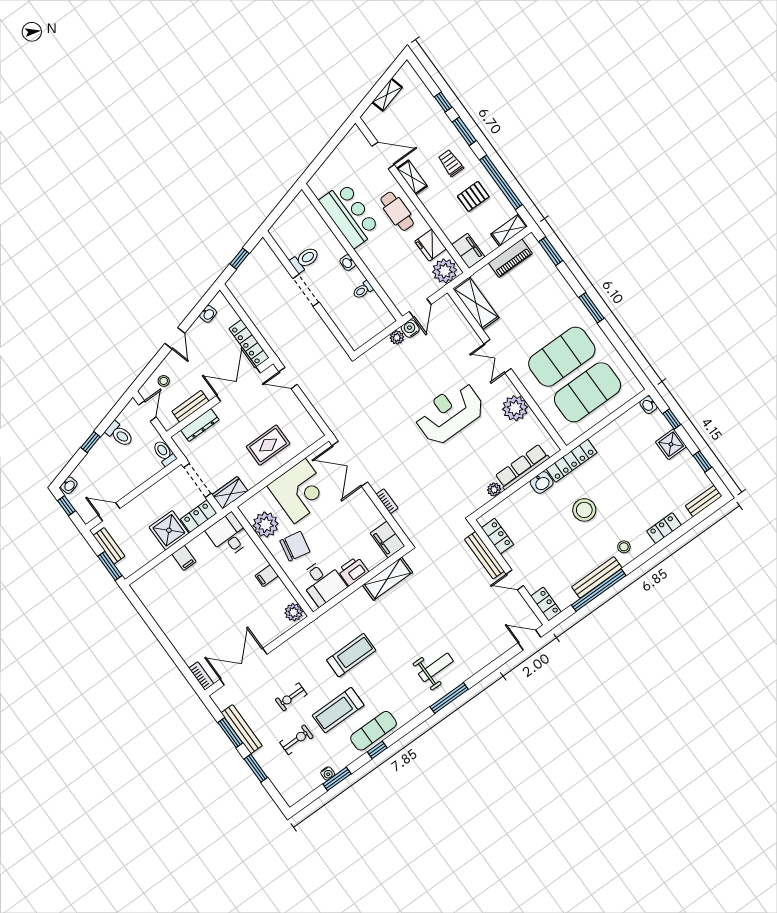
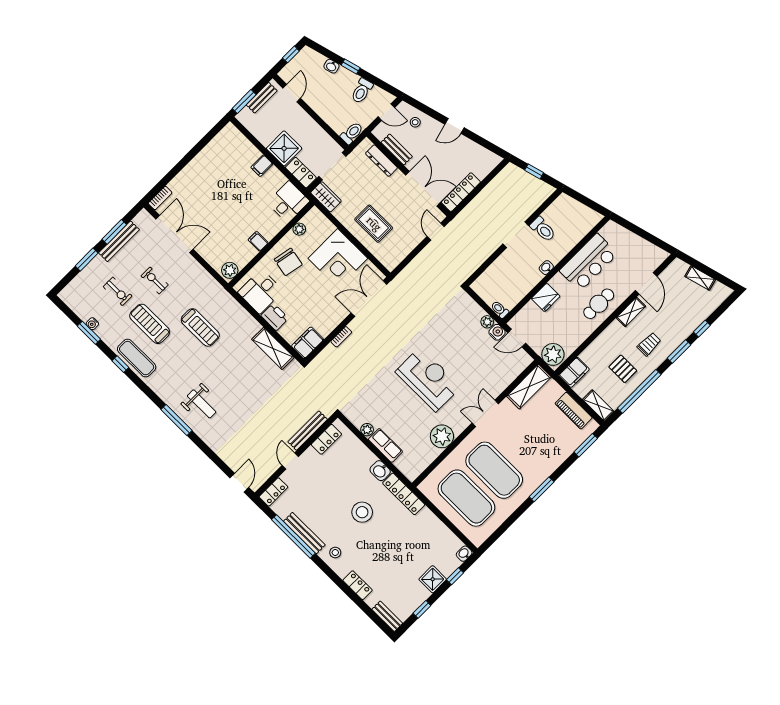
fridge: (431, 245) -> (546, 297), moved, turned 180
toilet: (363, 290) -> (500, 309), moved
washbasin: (208, 314) -> (481, 152), removed
row of seats: (522, 467) -> (385, 445), width x0.68
washbasin: (69, 485) -> (331, 66), moved
plant: (266, 525) -> (299, 229), width x0.53, depth x0.53

